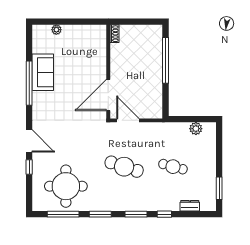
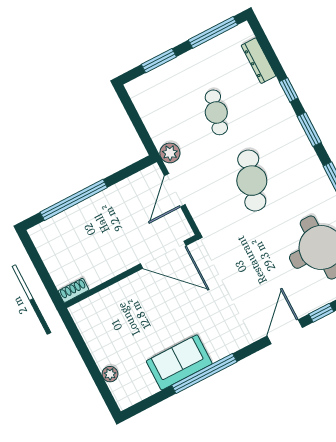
door: (128, 120) -> (175, 190), moved
plant: (196, 129) -> (170, 153), moved
window: (219, 149) -> (159, 61), added
window: (219, 188) -> (213, 32), width x1.44
dresser: (190, 206) -> (259, 61), width x1.44

